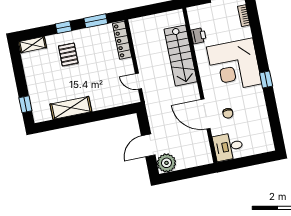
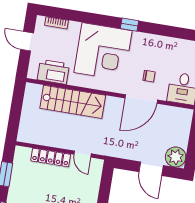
printer: (198, 36) -> (53, 72), width x1.87, depth x1.48
locker: (122, 40) -> (51, 158), moved
door: (138, 81) -> (83, 154), hinge flipped

